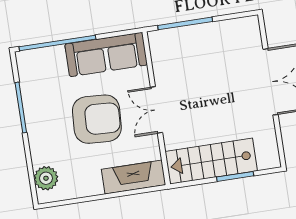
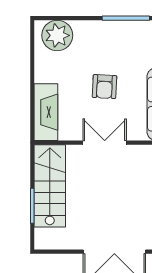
armchair: (97, 119) -> (104, 87), width x0.53, depth x0.53
plant: (46, 178) -> (57, 35), width x1.36, depth x1.36

